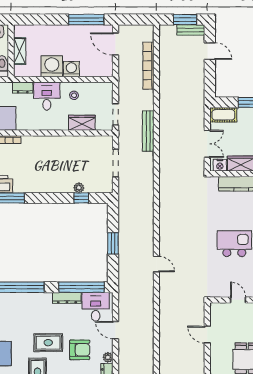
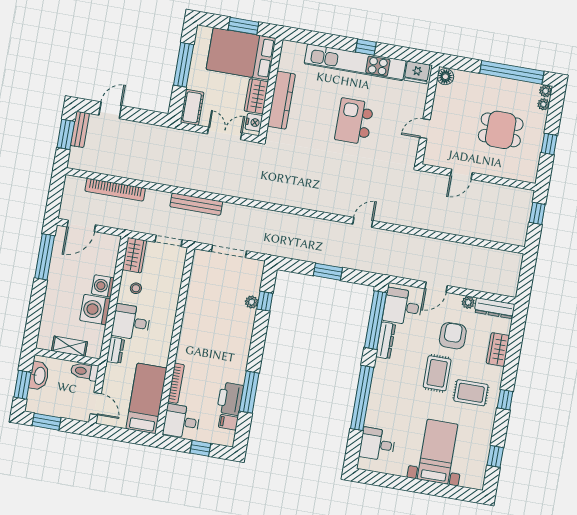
wardrobe: (82, 123) -> (134, 255), moved, turned 180

